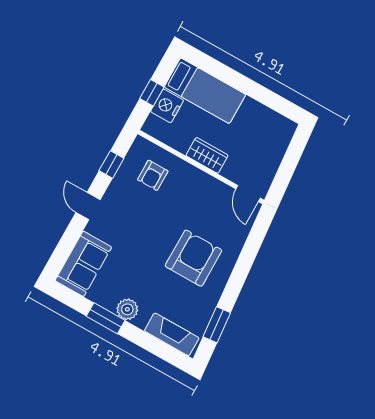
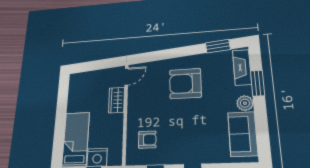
wardrobe: (207, 155) -> (117, 100), moved
sofa: (83, 264) -> (243, 134), moved, turned -90
window: (106, 318) -> (258, 83), moved

